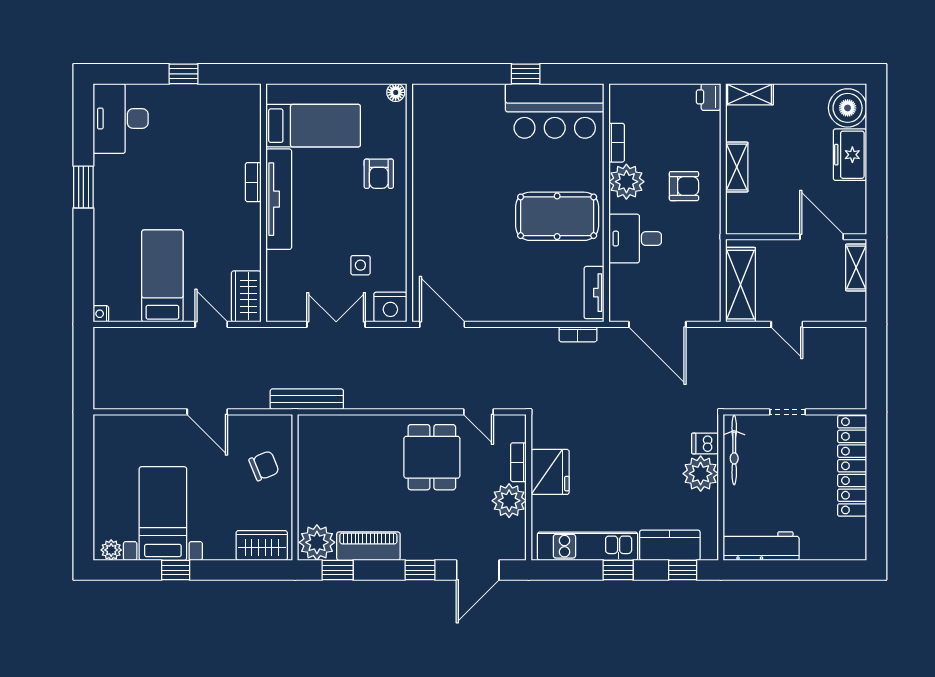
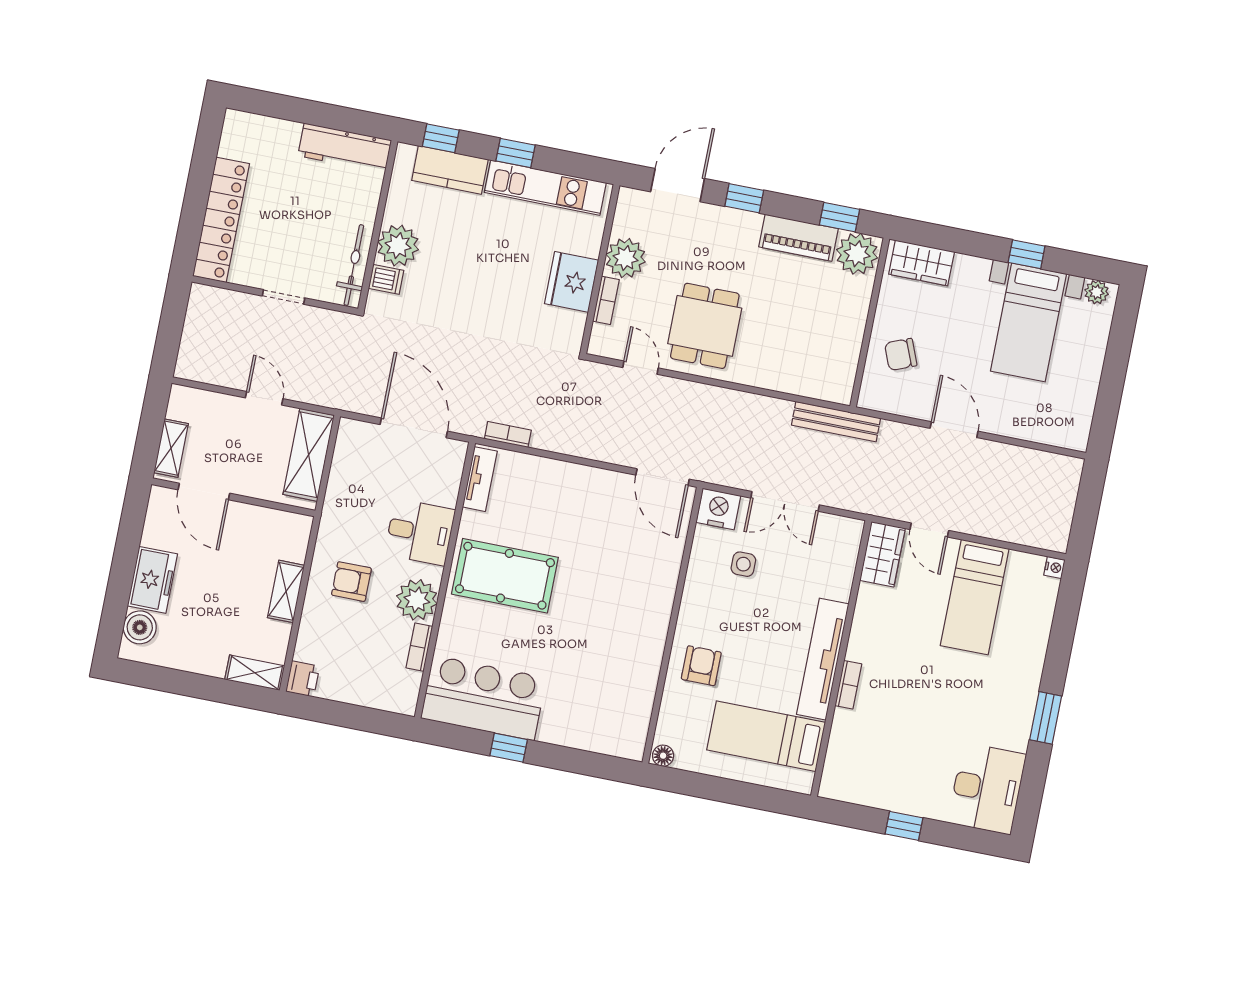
boiler: (848, 108) -> (140, 627), width x0.73, depth x0.73

